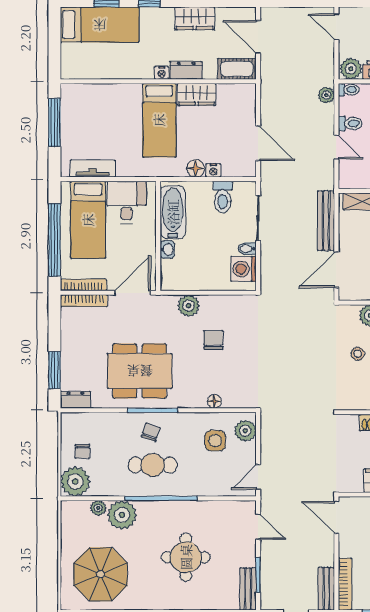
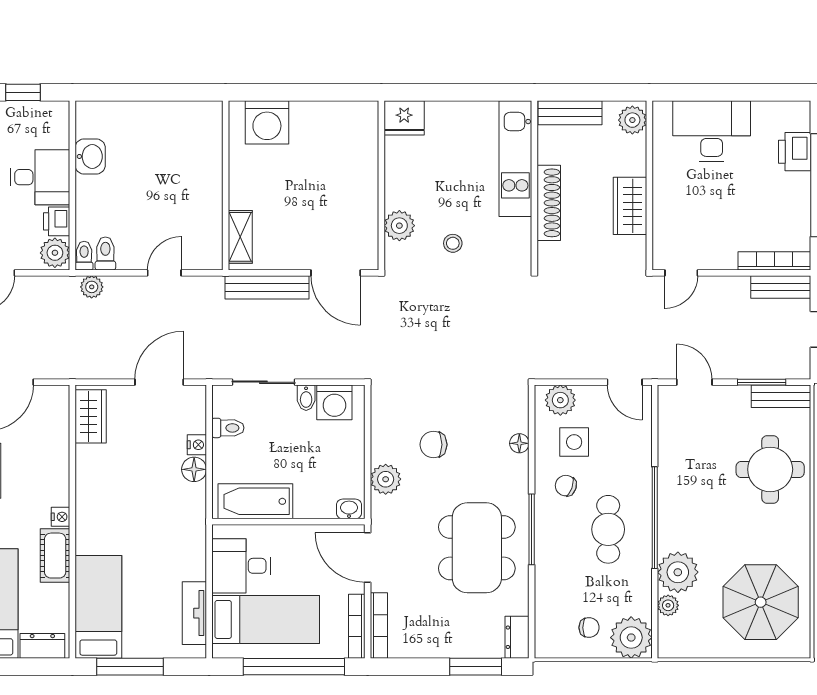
cot: (237, 69) -> (55, 556), moved
dresser: (186, 70) -> (42, 646), moved, turned 90
wardrobe: (197, 94) -> (91, 416), moved
bed: (159, 120) -> (98, 607), moved, turned -90
toilet: (350, 123) -> (105, 253), moved
toilet: (223, 197) -> (228, 428), width x0.73, depth x0.72
washbasin: (167, 250) -> (349, 509), moved
chair: (151, 432) -> (566, 486), moved
door: (336, 517) -> (681, 273), width x0.73
door: (258, 527) -> (694, 382), hinge flipped
round table: (186, 557) -> (770, 469), moved

